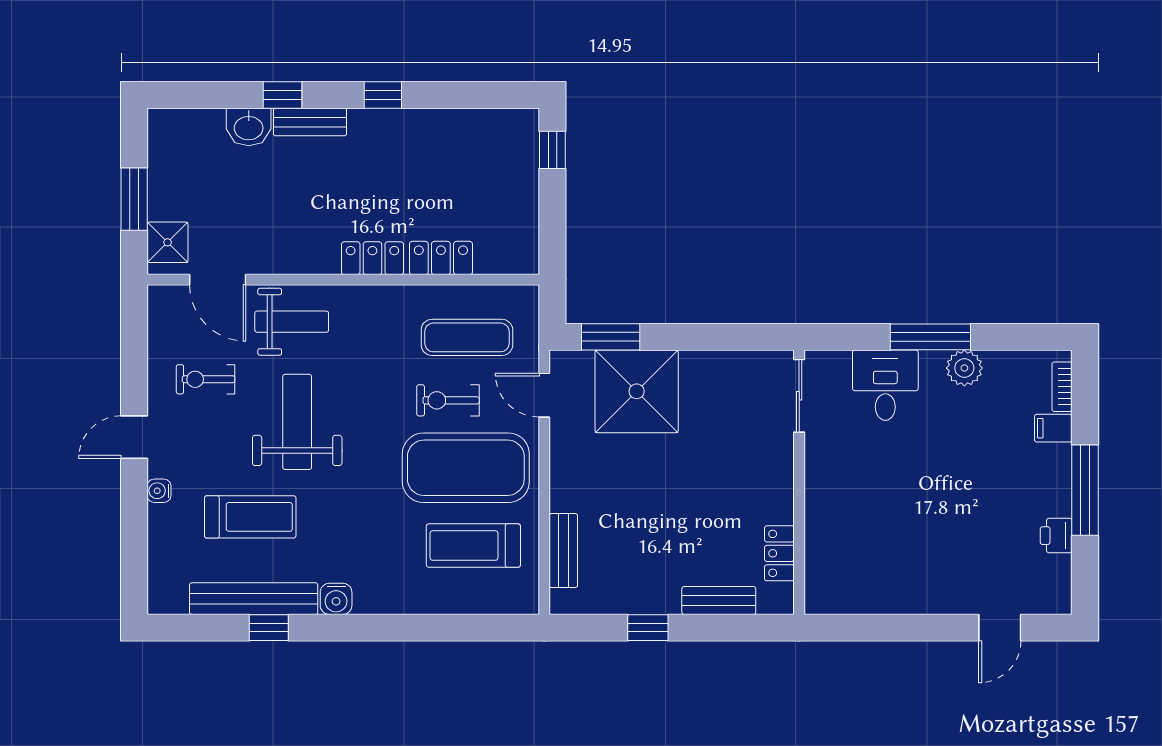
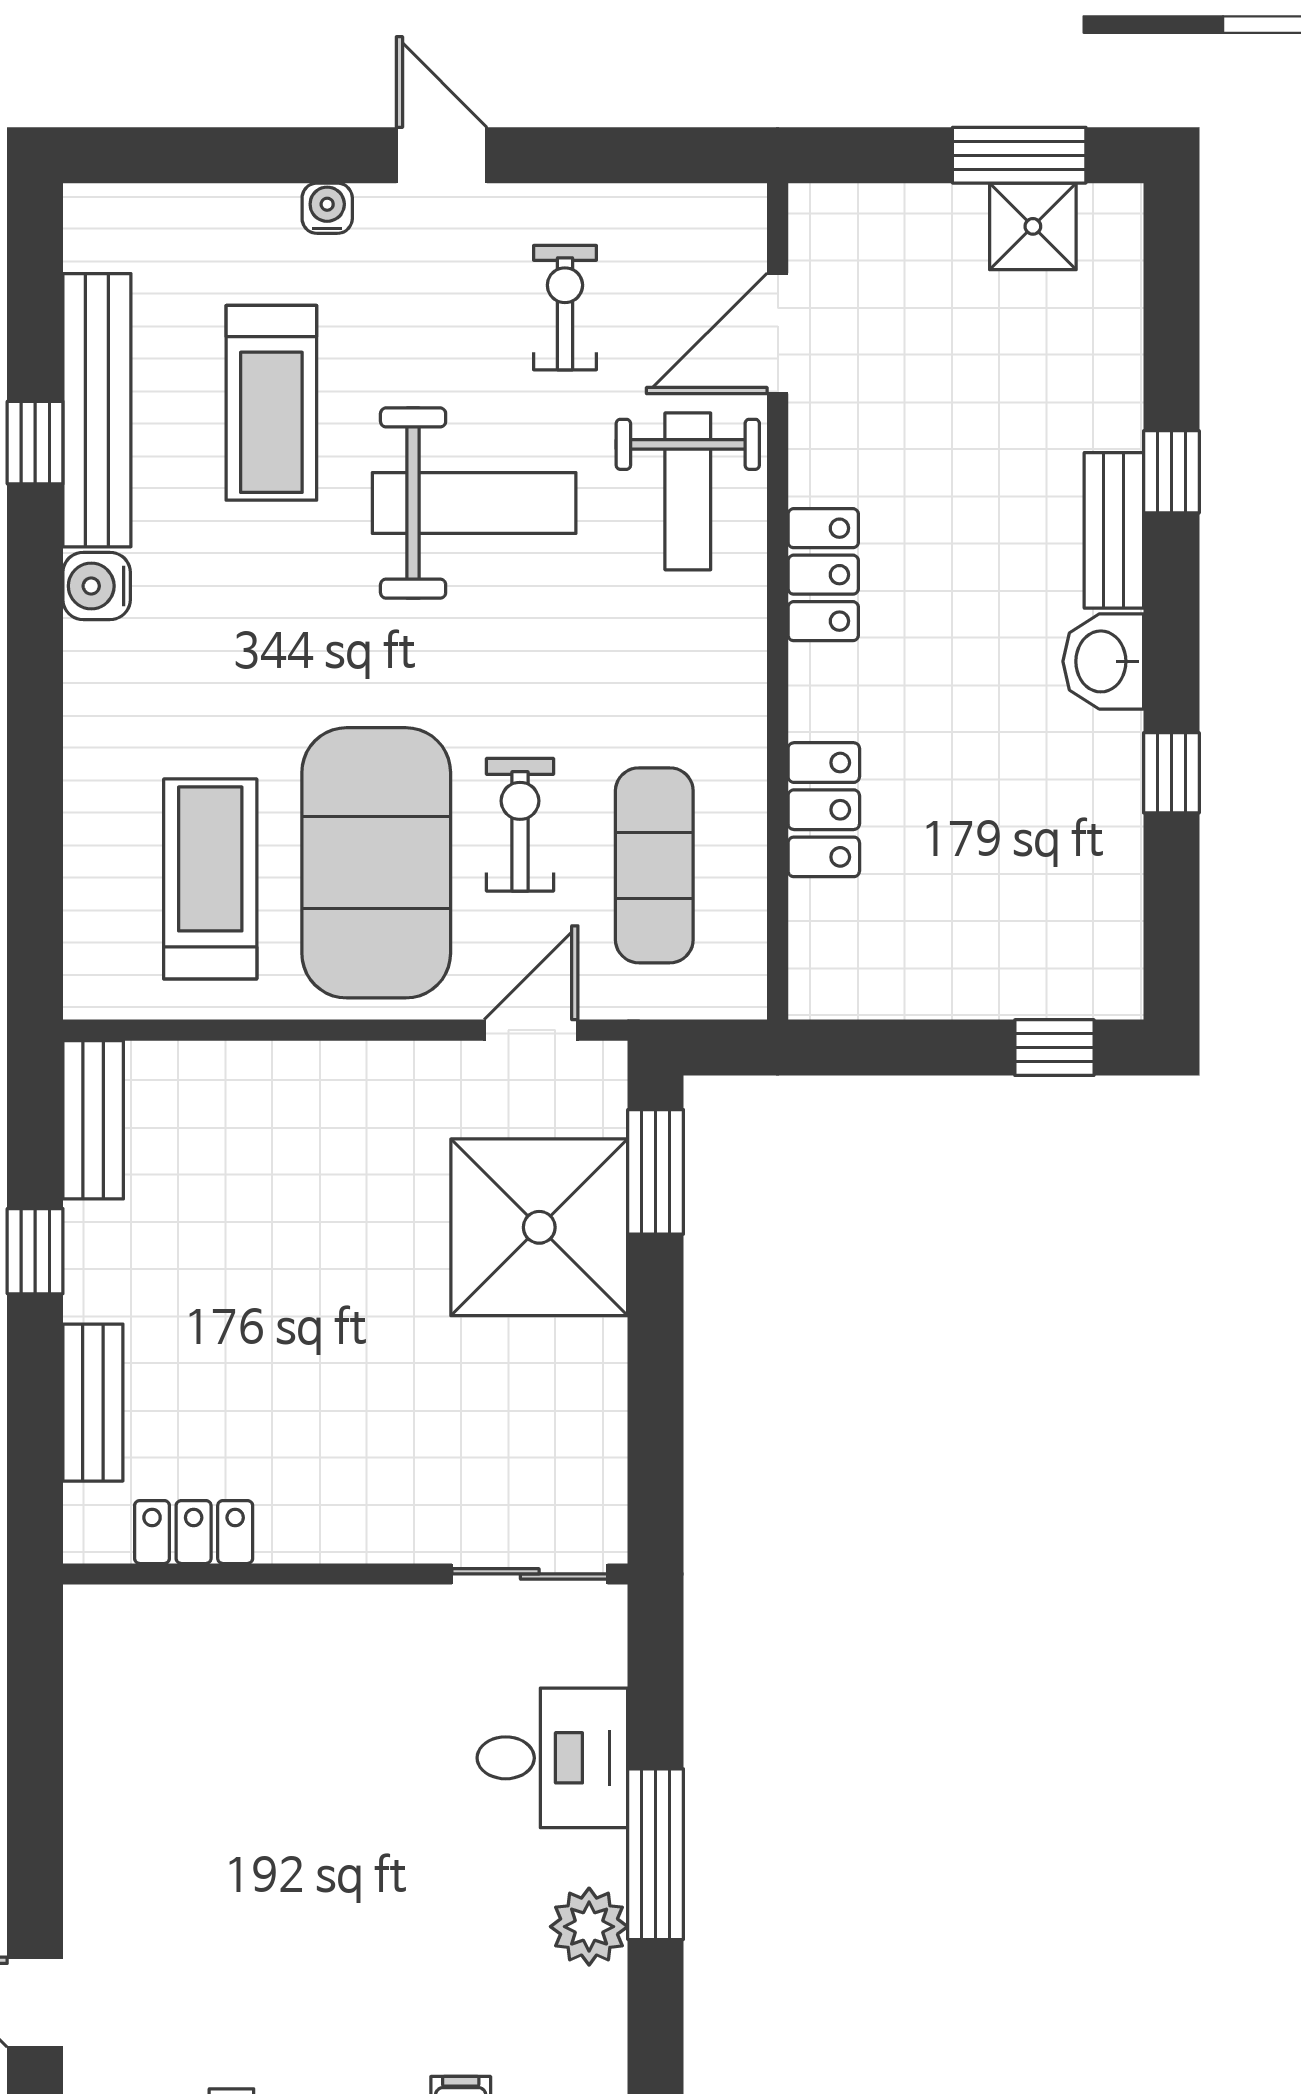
window: (383, 95) -> (1171, 773), moved
washbasin: (249, 127) -> (1103, 661), moved
window: (134, 199) -> (1019, 155), moved
shower: (168, 242) -> (1033, 226), moved
locker: (372, 258) -> (823, 575), moved
bench: (563, 550) -> (93, 1120), moved, turned 90

